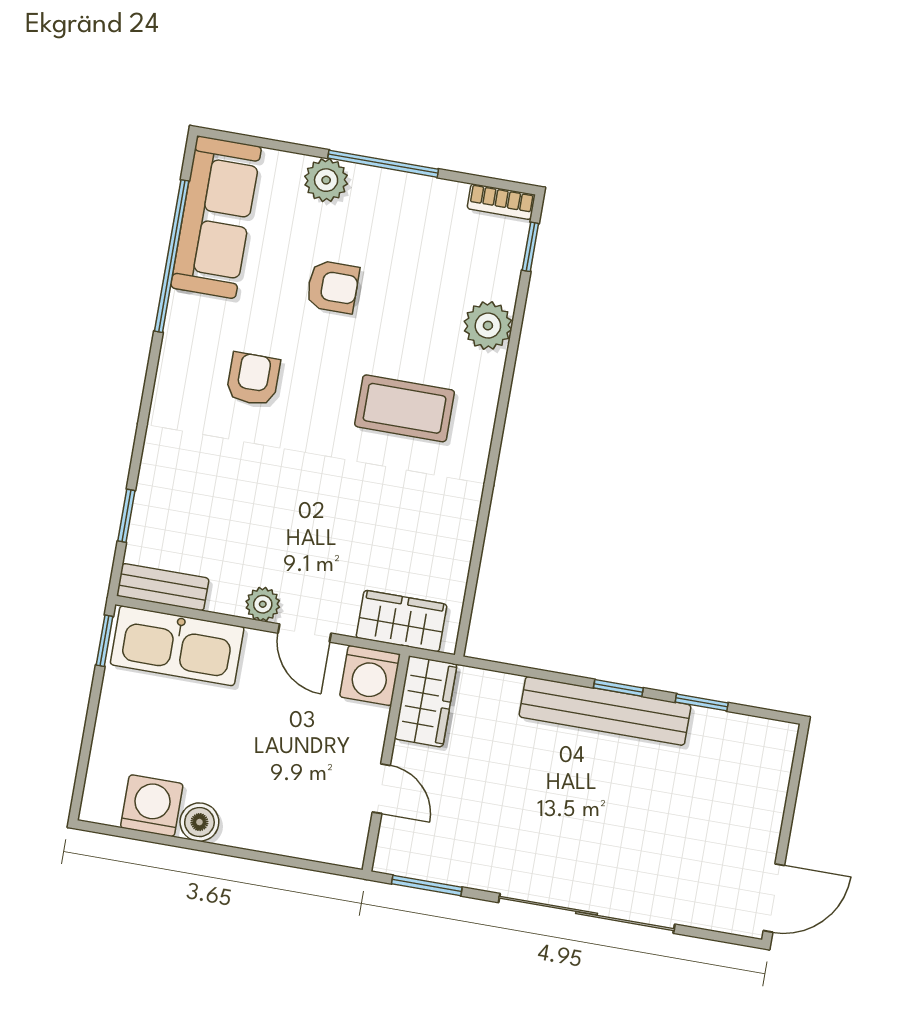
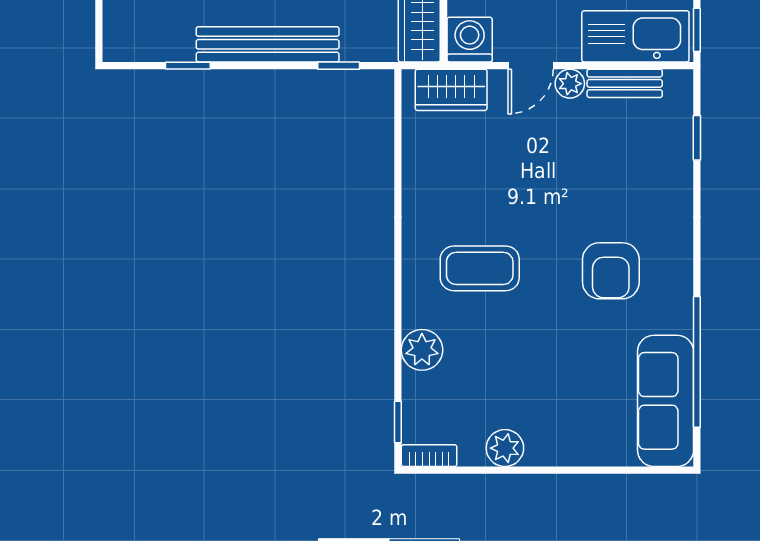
window: (383, 164) -> (533, 470), removed
plant: (326, 180) -> (505, 448), moved
armchair: (333, 287) -> (558, 360), removed
armchair: (253, 379) -> (611, 271), width x1.38, depth x1.38
bench: (163, 587) -> (625, 83), moved
door: (305, 633) -> (531, 66), swing flipped
window: (618, 688) -> (339, 66), moved

